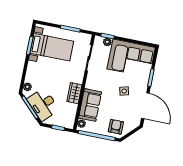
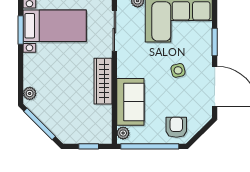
wardrobe: (74, 93) -> (103, 81), width x1.50
desk: (43, 104) -> (59, 115), removed

